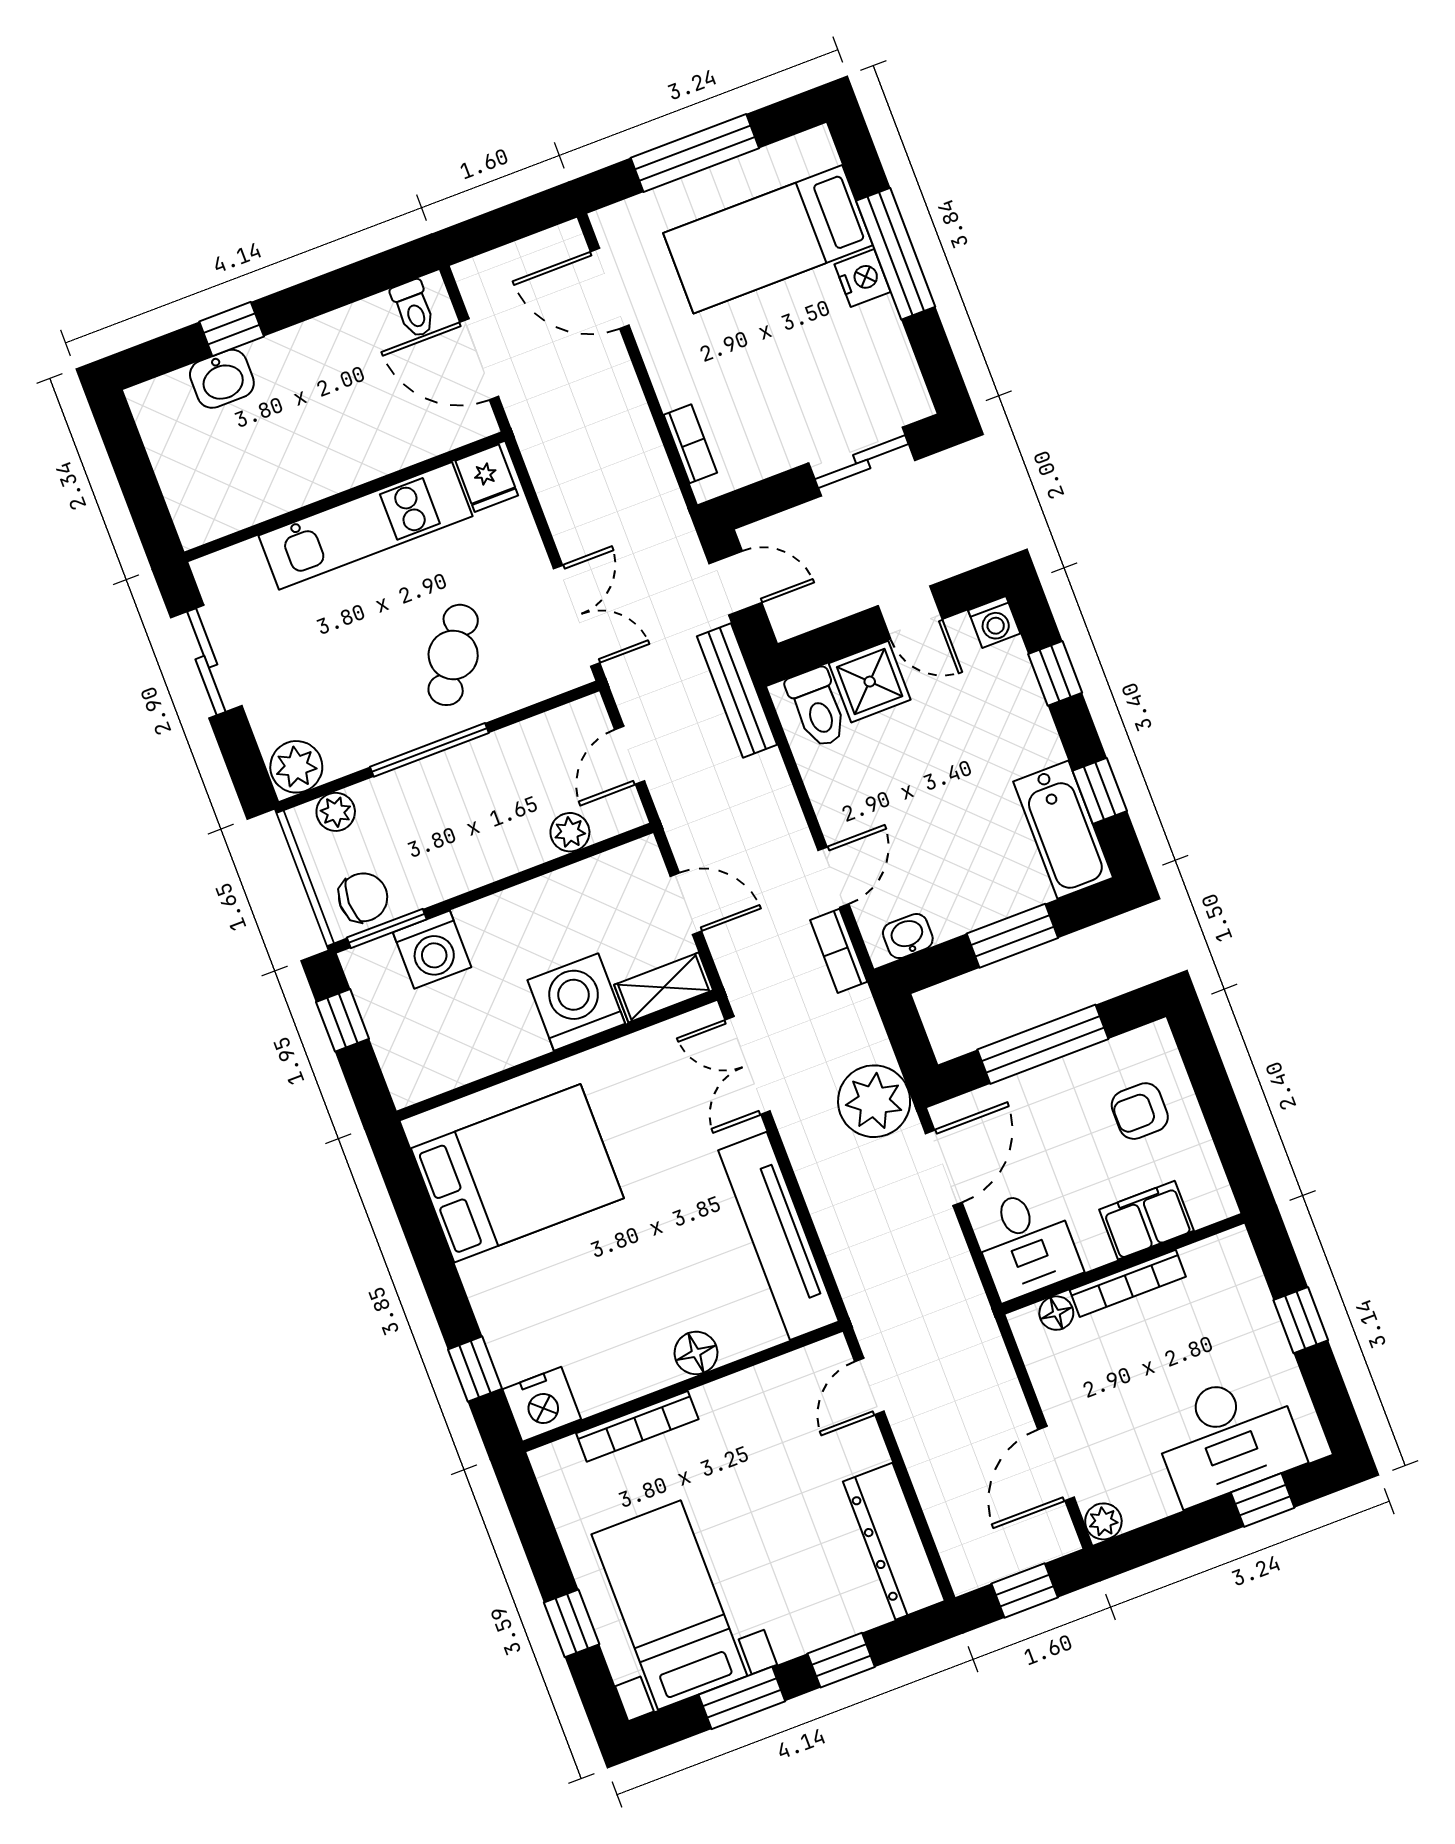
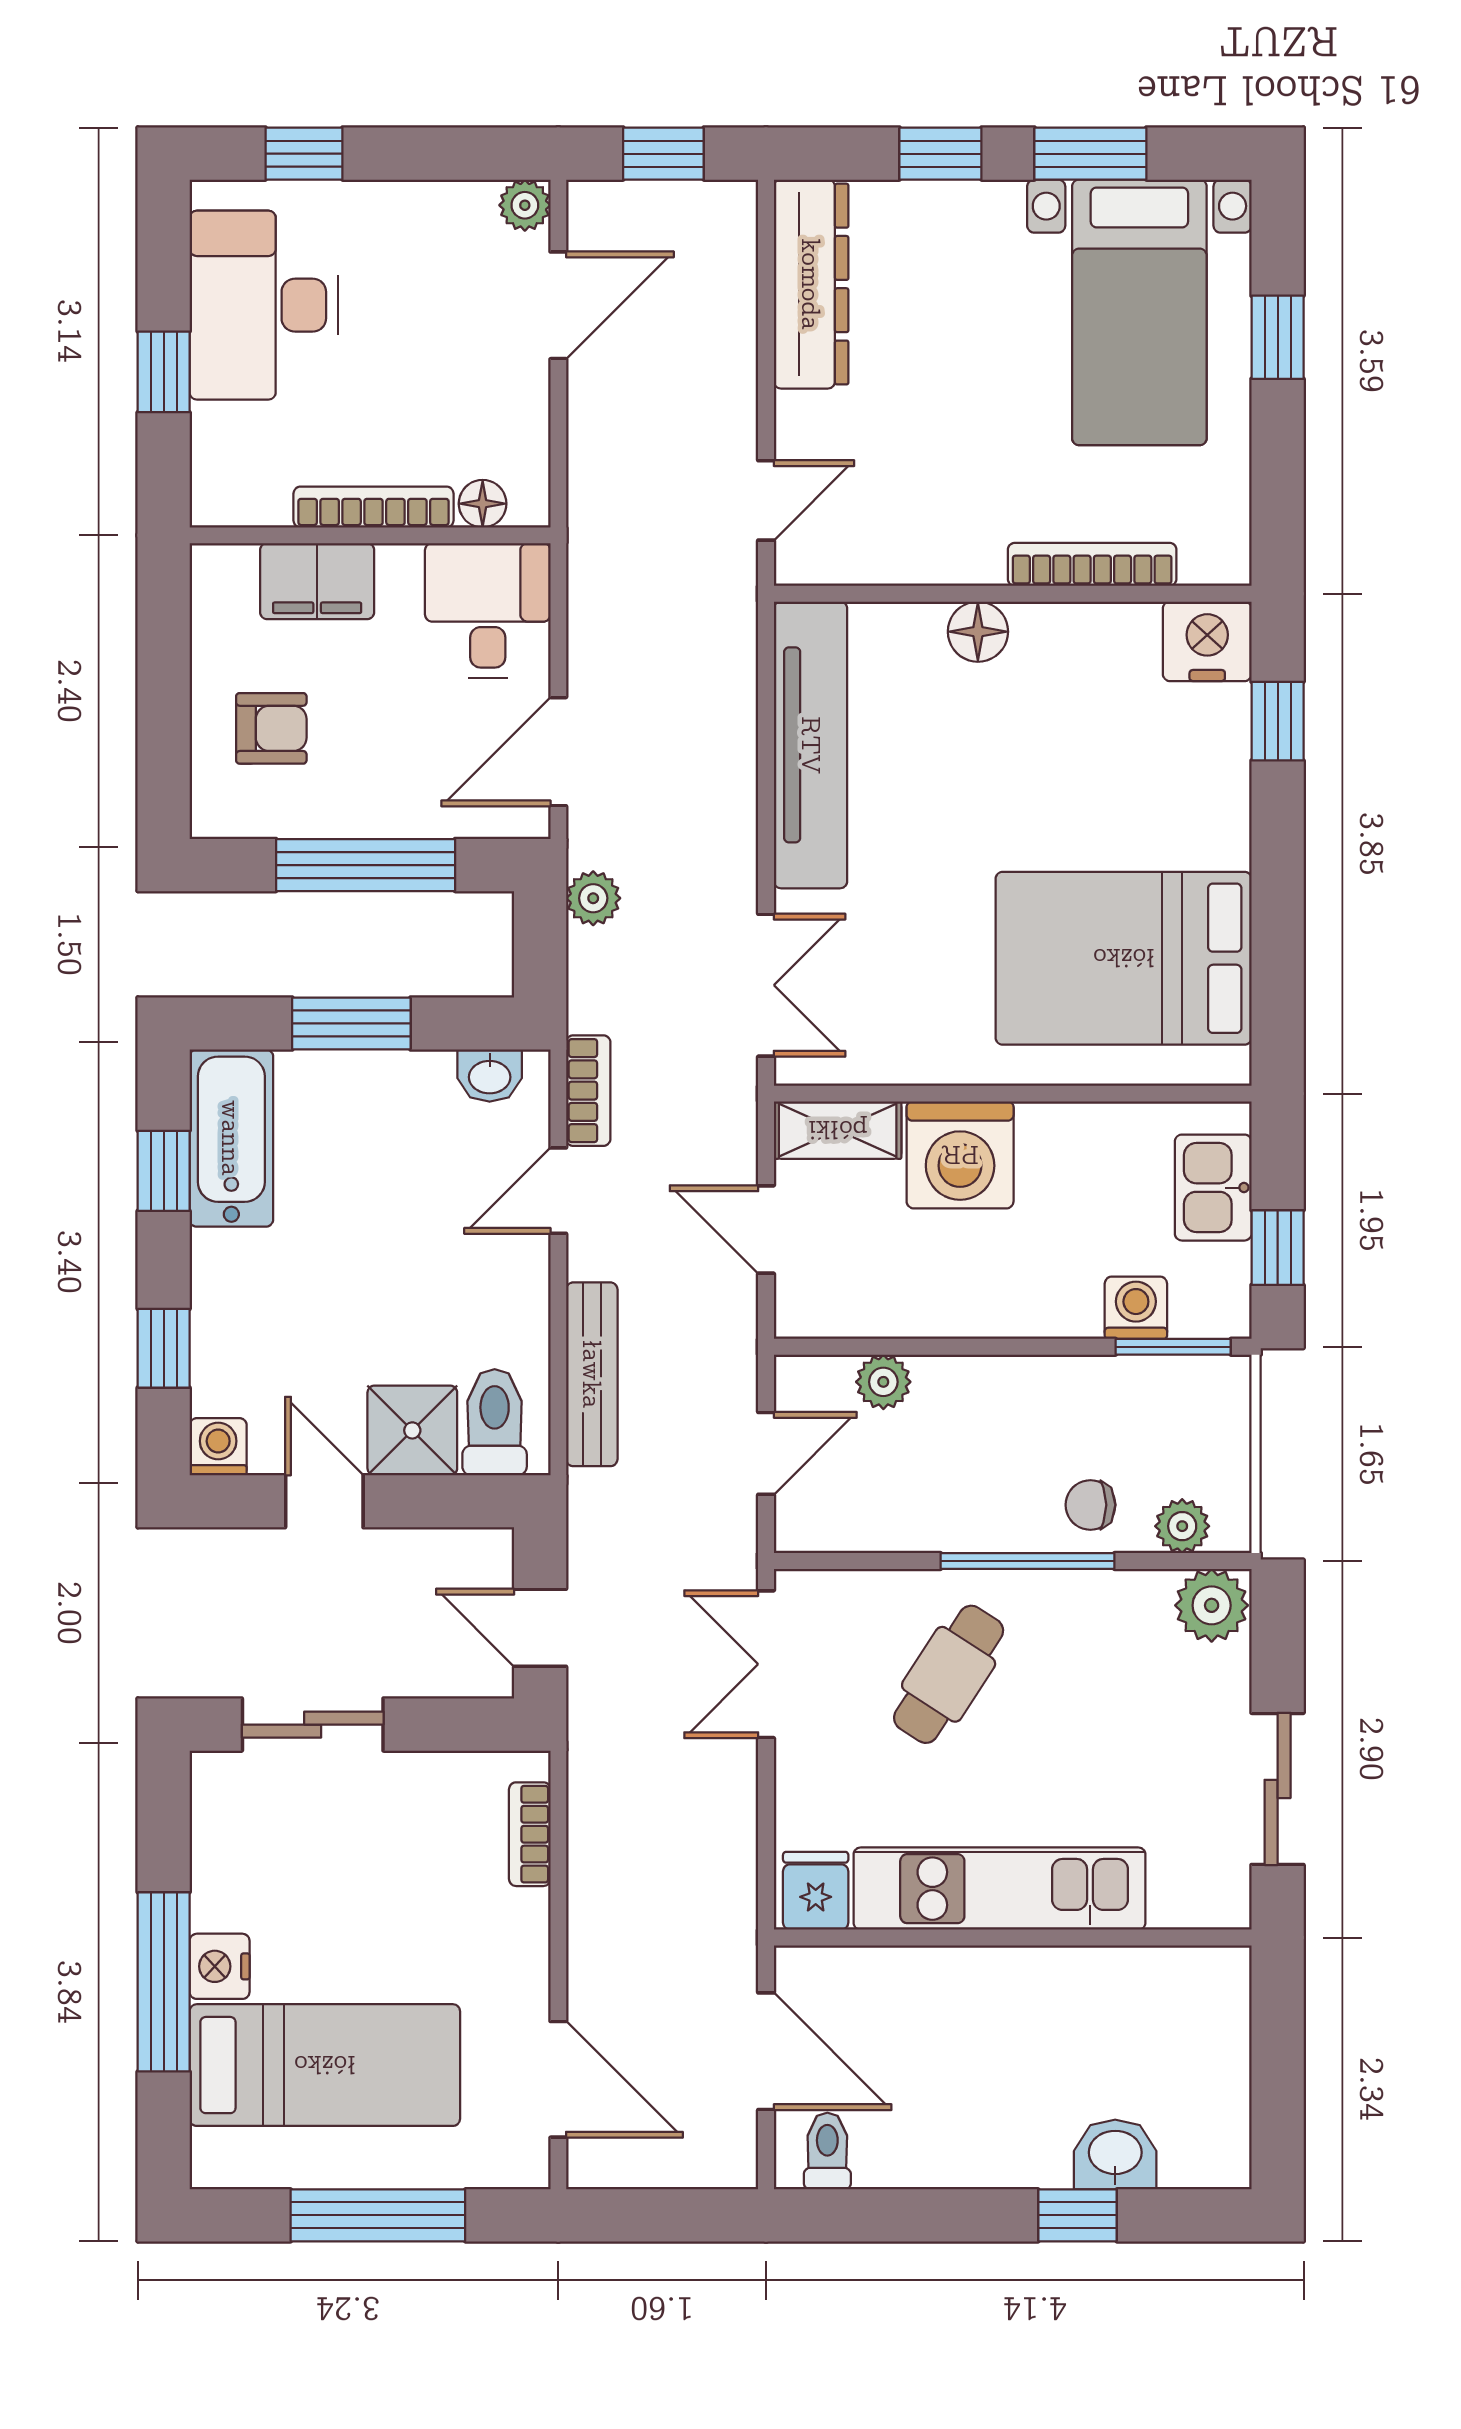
bench: (737, 691) -> (592, 1374), moved
chair: (363, 897) -> (1090, 1505), moved, width x0.73, depth x0.73
washing machine: (432, 950) -> (1136, 1308), width x0.73, depth x0.73
kitchen sink: (400, 1044) -> (1213, 1188), added
plant: (874, 1101) -> (593, 898), width x0.53, depth x0.53
desk: (1227, 1438) -> (264, 305), moved, turned -90

